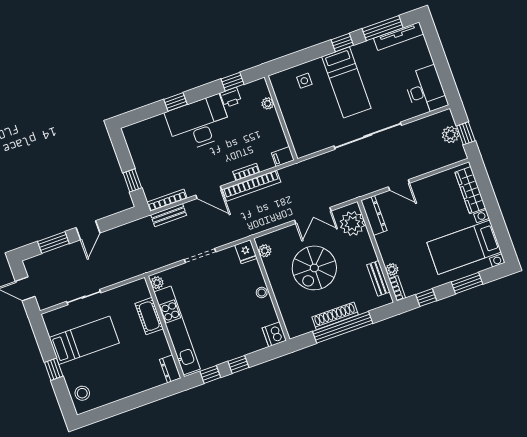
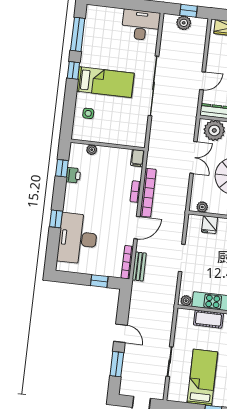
tv unit: (399, 36) -> (90, 25), removed
desk: (199, 124) -> (78, 239), moved
fridge: (246, 252) -> (210, 225), moved, turned 90

